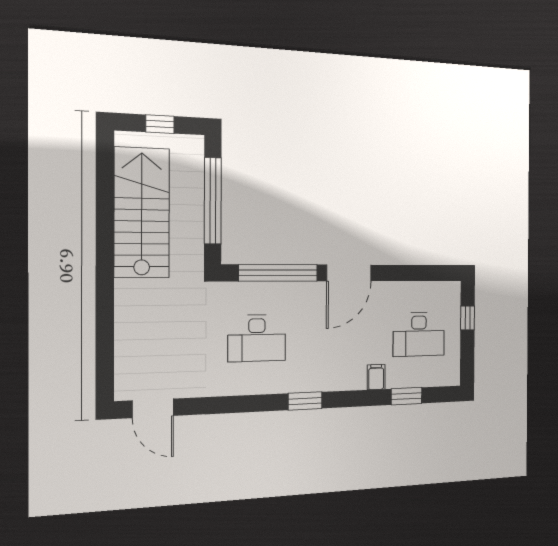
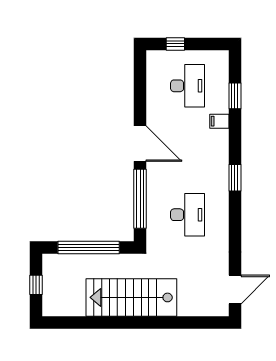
stairs: (142, 213) -> (131, 297), moved

